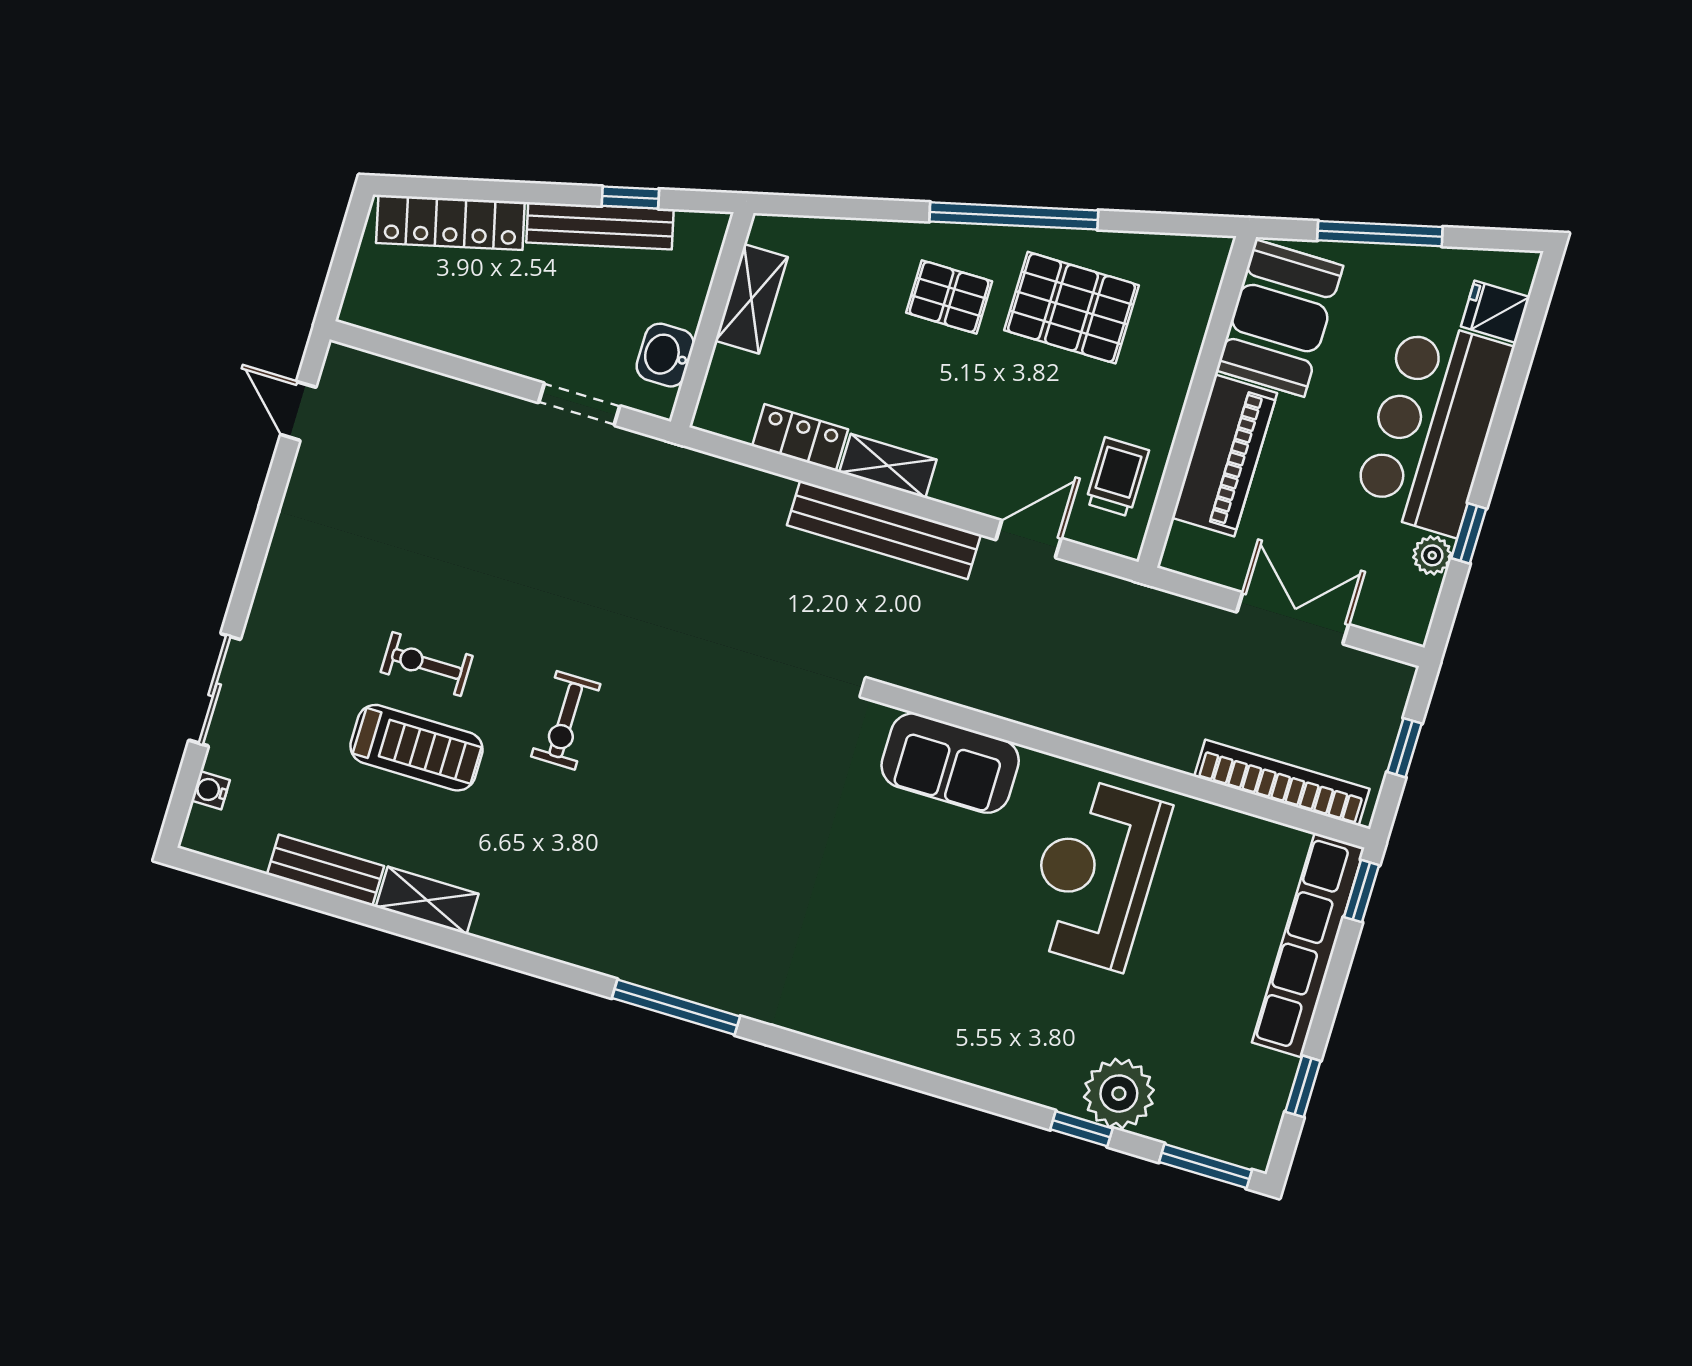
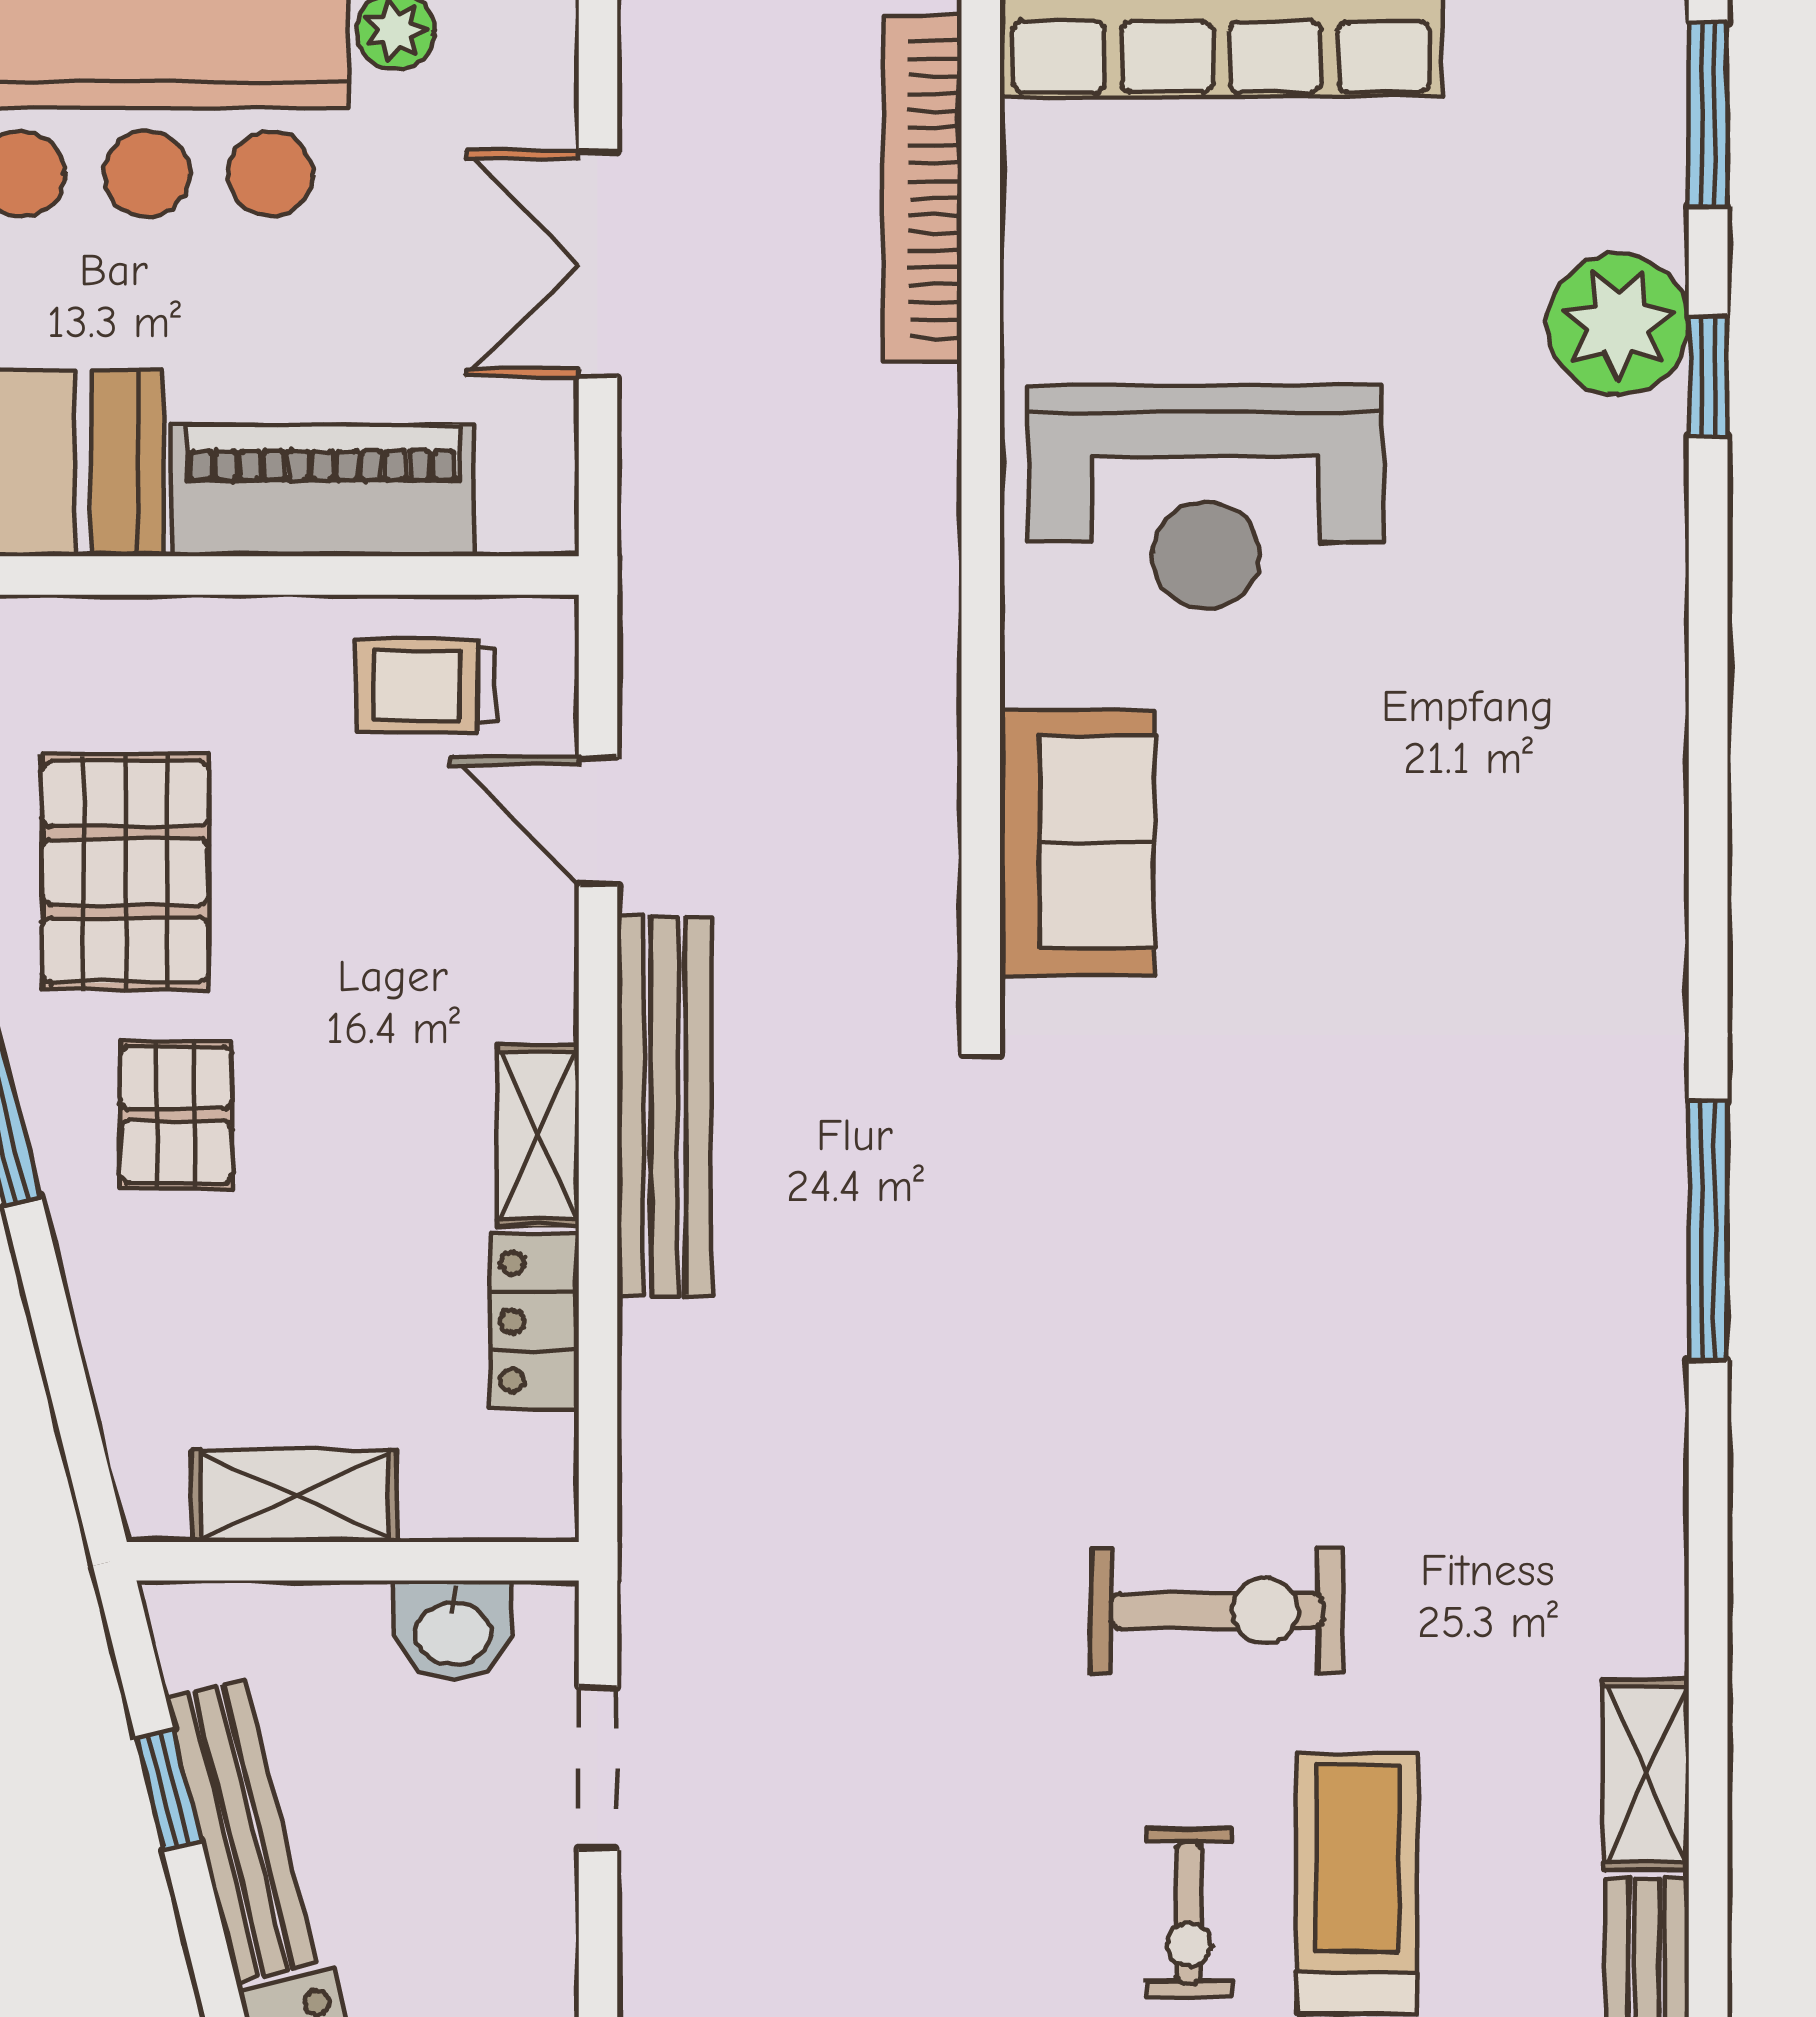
exercise bike: (566, 720) -> (1217, 1611), width x1.38, depth x1.39

